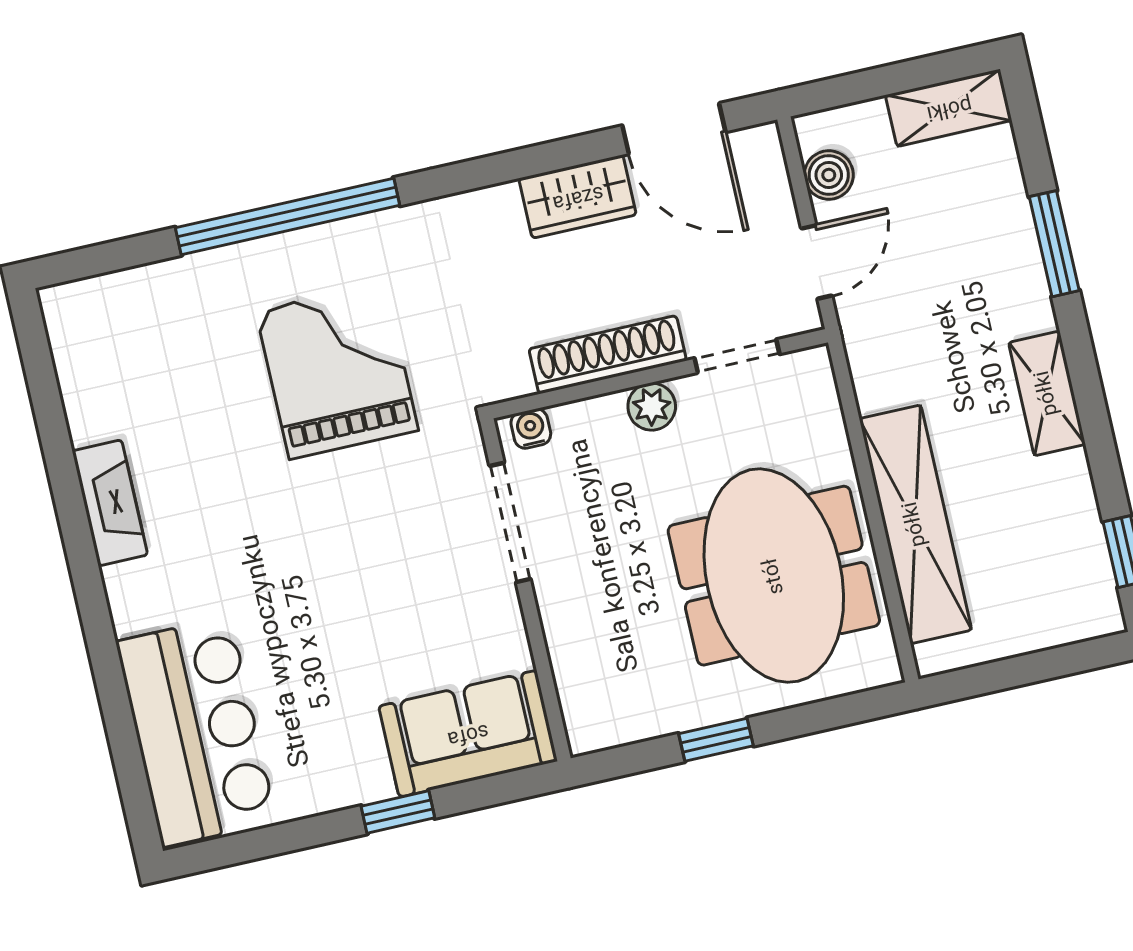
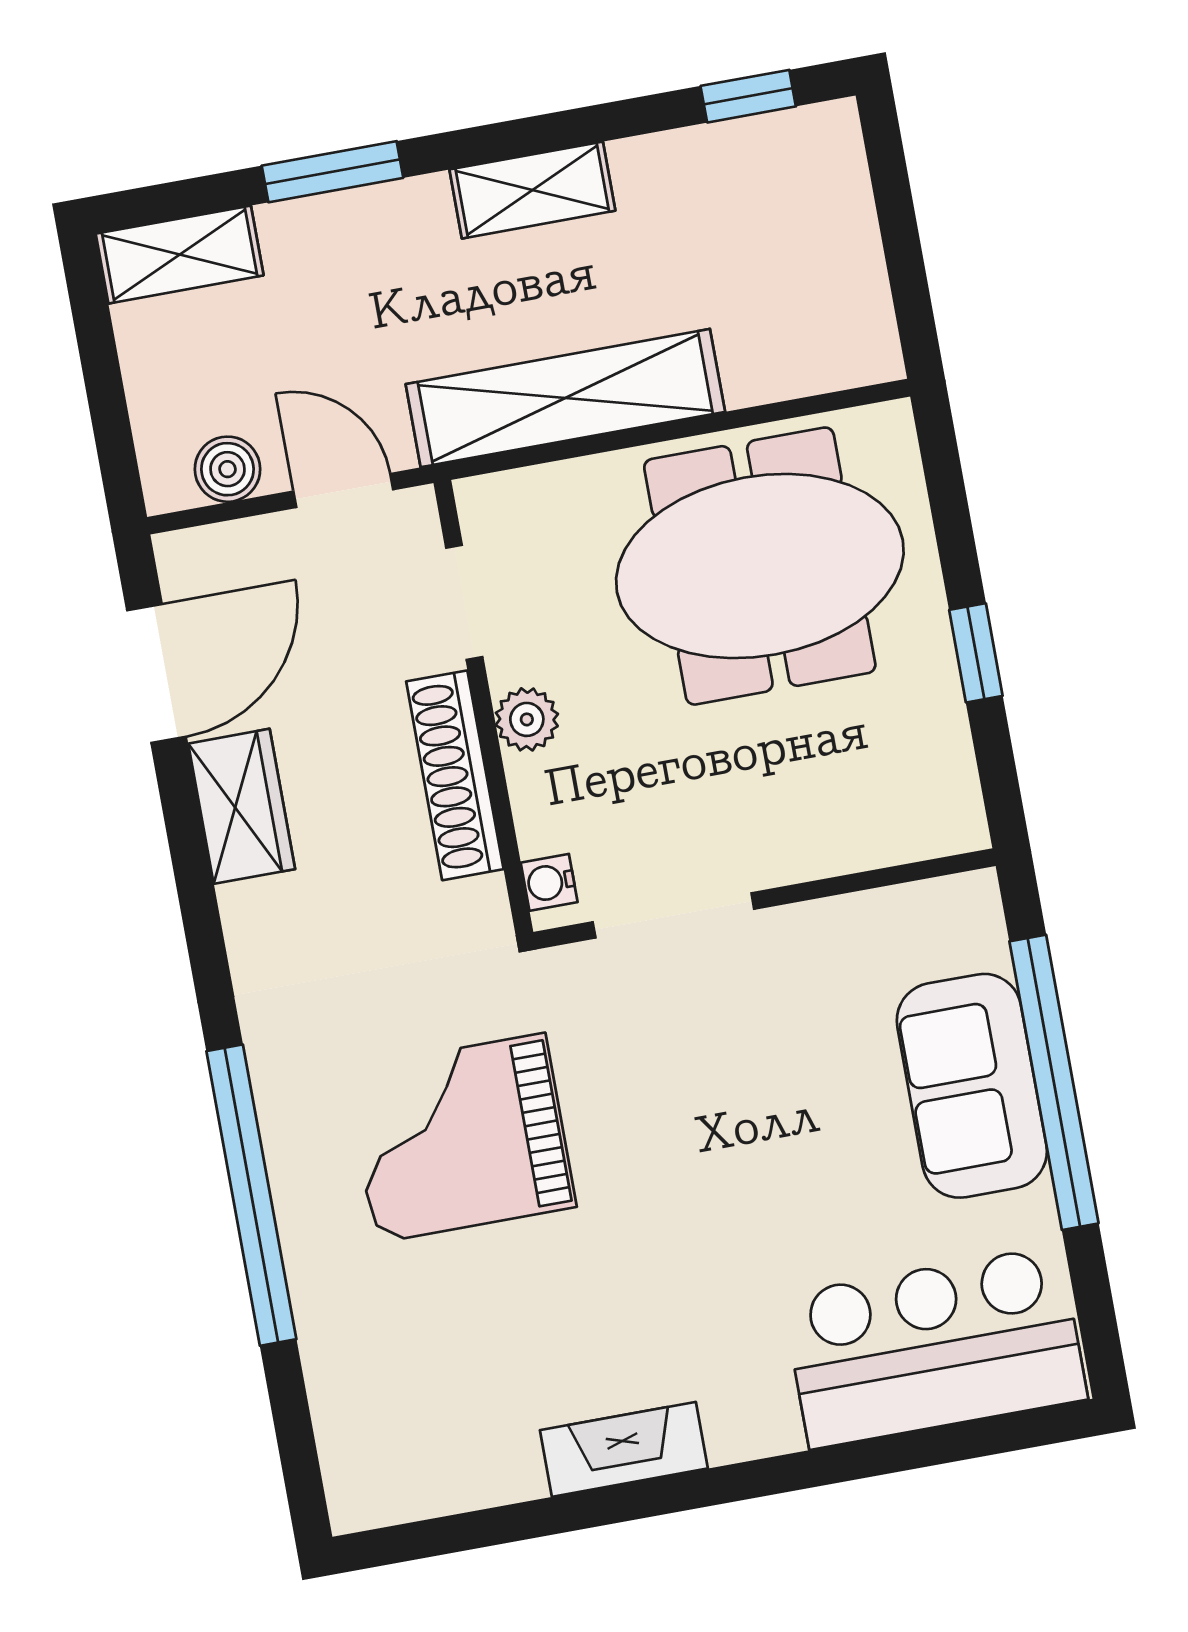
shelving: (949, 108) -> (180, 255), moved, turned 90
shelving: (915, 524) -> (565, 398), moved
sofa: (468, 734) -> (972, 1086), moved
window: (398, 812) -> (1054, 1082), width x3.17

